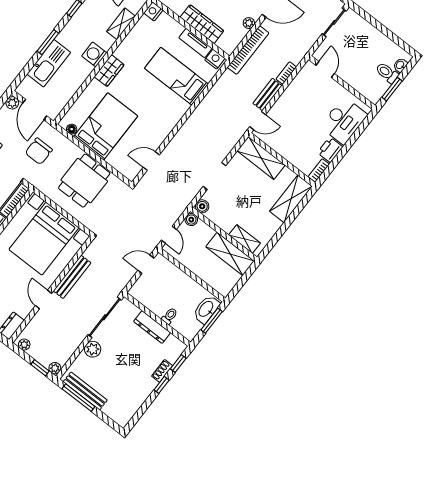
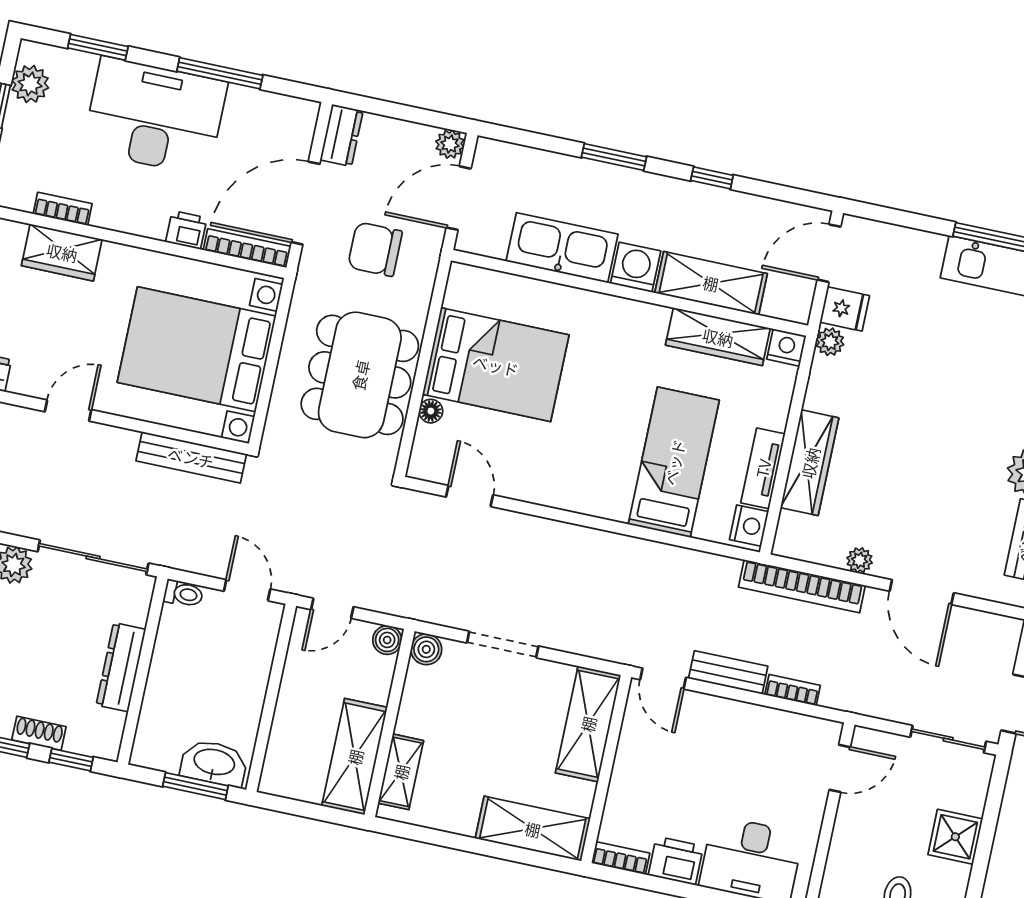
shelving: (121, 24) -> (711, 283), width x1.50, depth x1.33
shower: (373, 38) -> (955, 837), added
kitchen sink: (49, 63) -> (562, 248), moved, turned 180
wardrobe: (109, 71) -> (718, 337), moved, width x1.50
floor lamp: (72, 129) -> (431, 411), moved
dining table: (84, 181) -> (360, 375), width x1.38
bench: (72, 277) -> (191, 457), moved
toilet: (170, 316) -> (183, 594), moved

